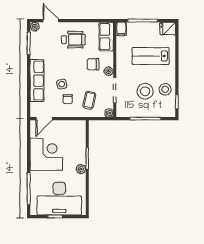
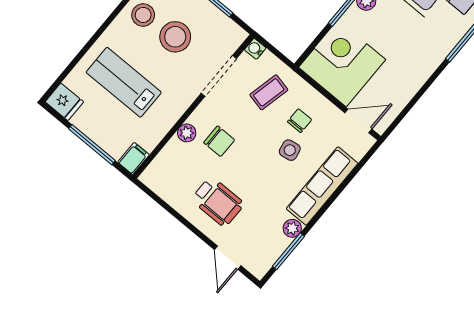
plant: (35, 27) -> (292, 228), moved
row of seats: (106, 37) -> (165, 166), removed
wheelchair: (73, 40) -> (218, 202), turned 180
lab bench: (151, 56) -> (124, 82), turned 180
plant: (109, 71) -> (187, 133), moved
corner desk: (46, 154) -> (342, 63), moved, turned 90

